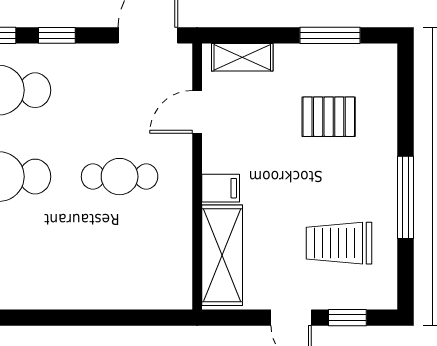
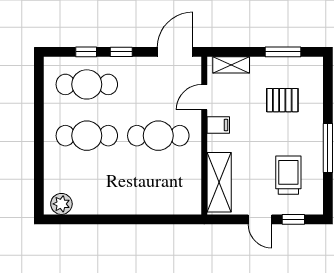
cafe table: (120, 177) -> (158, 136), width x1.37, depth x1.35
filing cabinet: (221, 188) -> (218, 125), moved
trolley: (339, 243) -> (288, 175), turned 90

